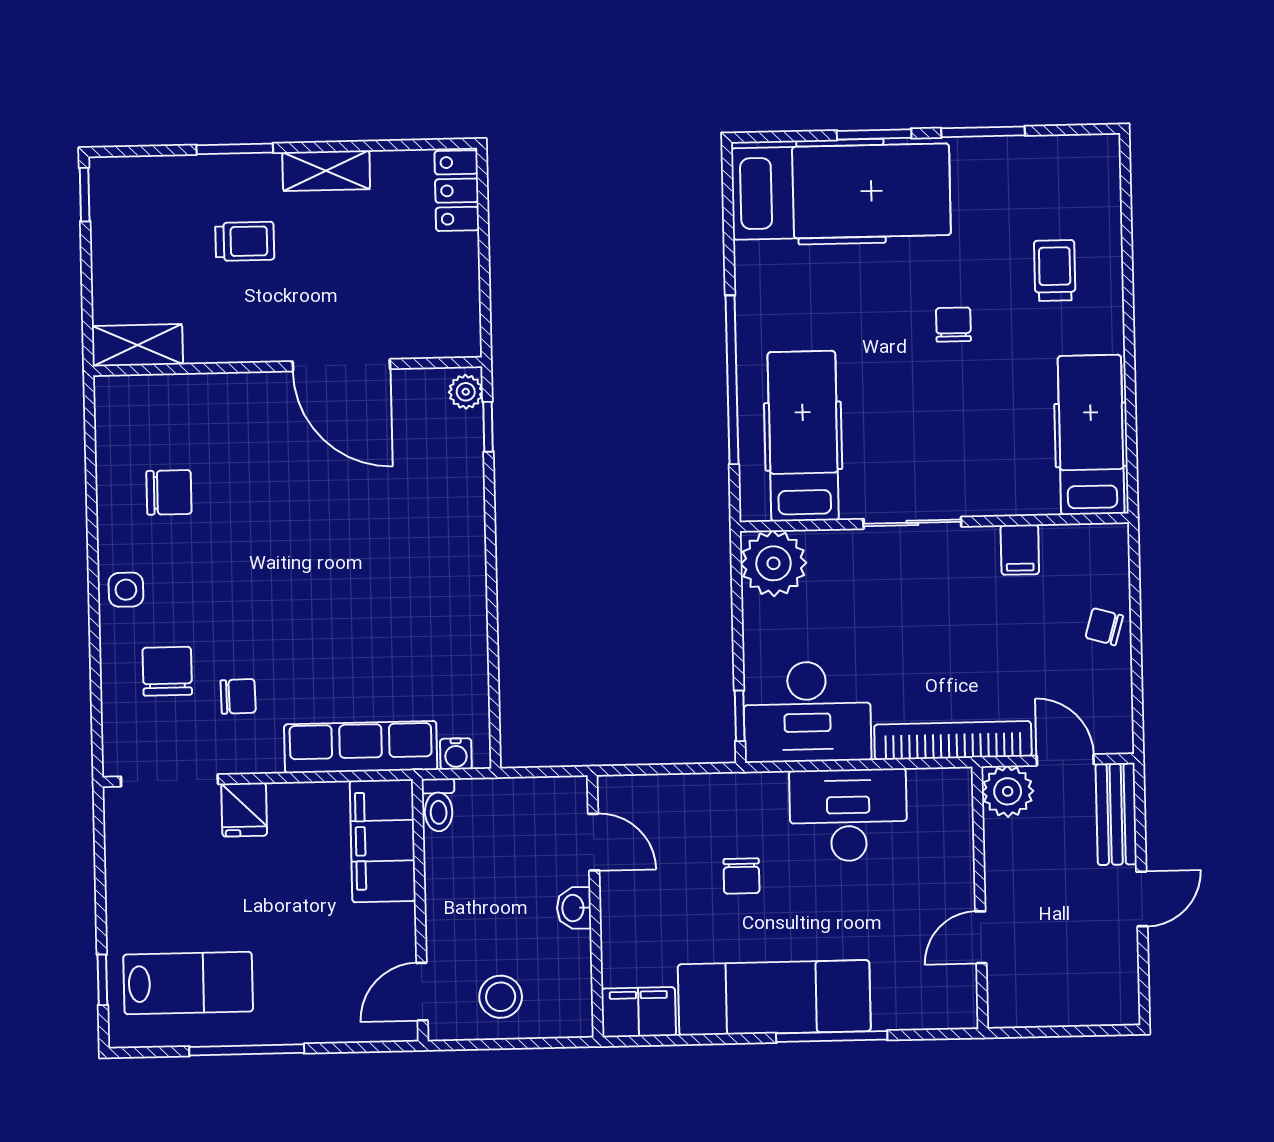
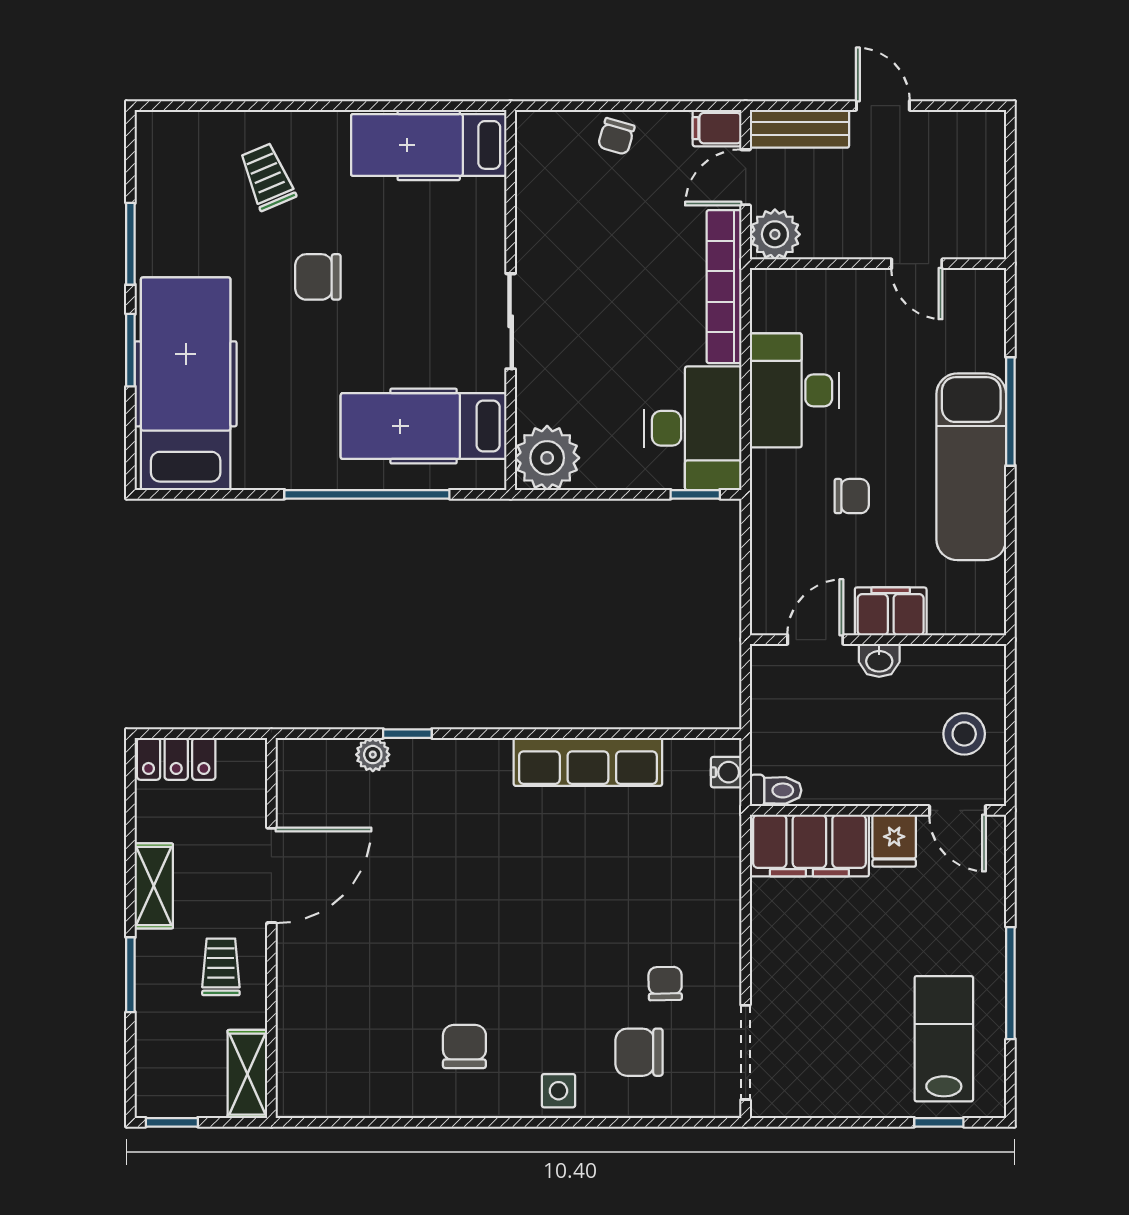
trolley: (1055, 270) -> (267, 177), turned 67
chair: (953, 325) -> (318, 277), width x1.37, depth x1.37
shelving: (137, 345) -> (247, 1074), moved
door: (341, 365) -> (271, 875), moved
wall: (288, 366) -> (271, 928), moved
filing cabinet: (1020, 550) -> (717, 128), moved, turned 180
row of seats: (361, 747) -> (588, 762), moved, turned -90
fridge: (244, 810) -> (894, 841), moved, turned 90
filing cabinet: (639, 1012) -> (891, 611), moved, turned 90

